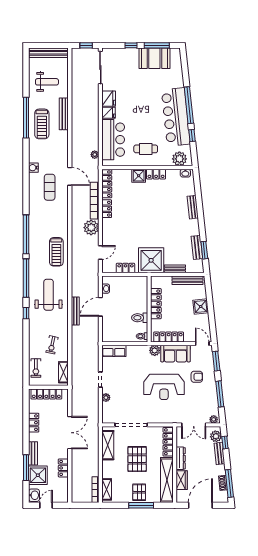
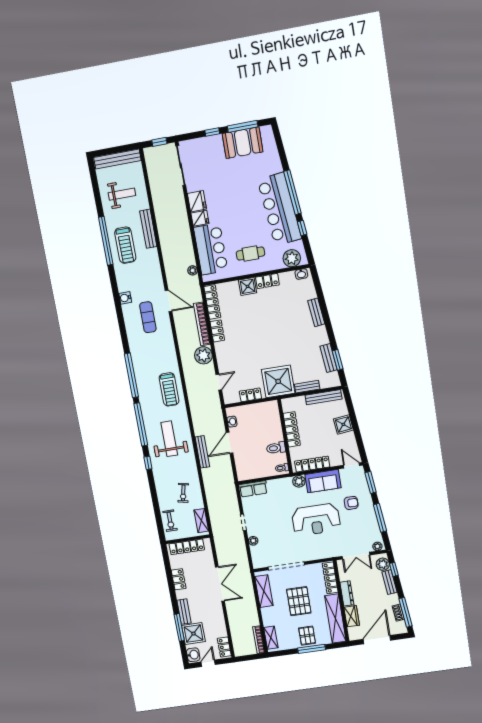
locker: (63, 468) -> (224, 647), moved

